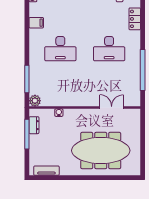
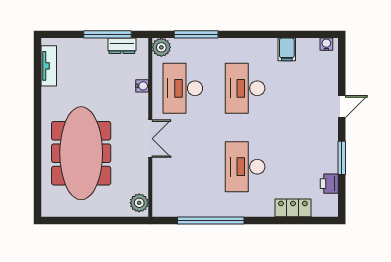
desk: (60, 87) -> (183, 88), added
double door: (112, 108) -> (150, 139), moved
plant: (132, 114) -> (139, 203), added

